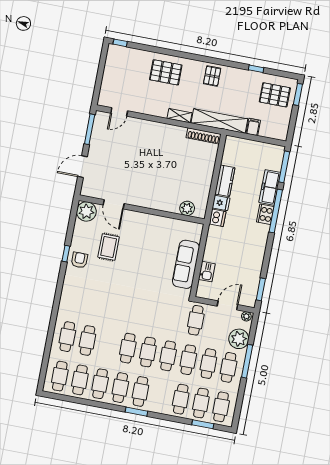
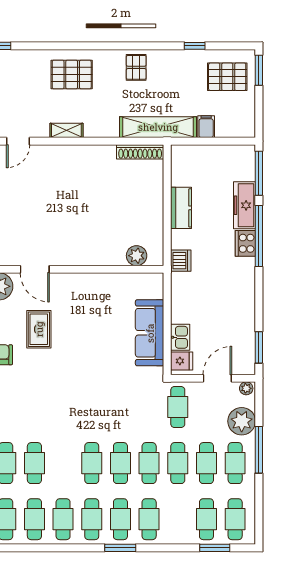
shelving: (180, 116) -> (66, 130), moved
fridge: (221, 203) -> (182, 361), moved
cafe table: (181, 399) -> (149, 519), moved

